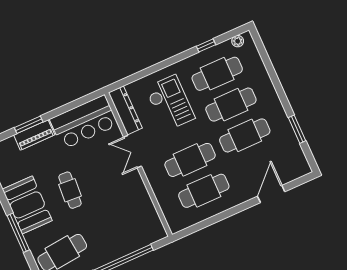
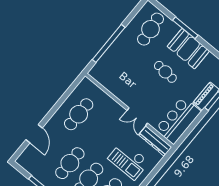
double door: (133, 152) -> (137, 117), swing flipped
cafe table: (190, 160) -> (97, 130), removed

